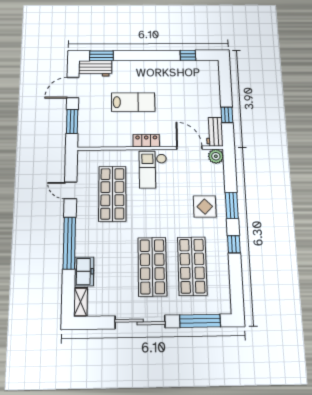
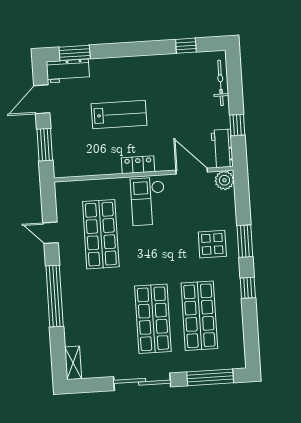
bicycle: (214, 83) -> (221, 83), added
freezer: (84, 271) -> (74, 328), removed

